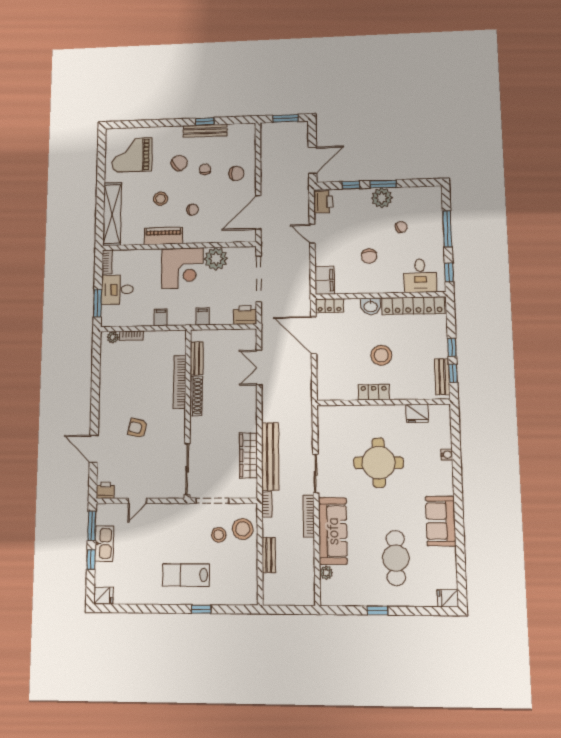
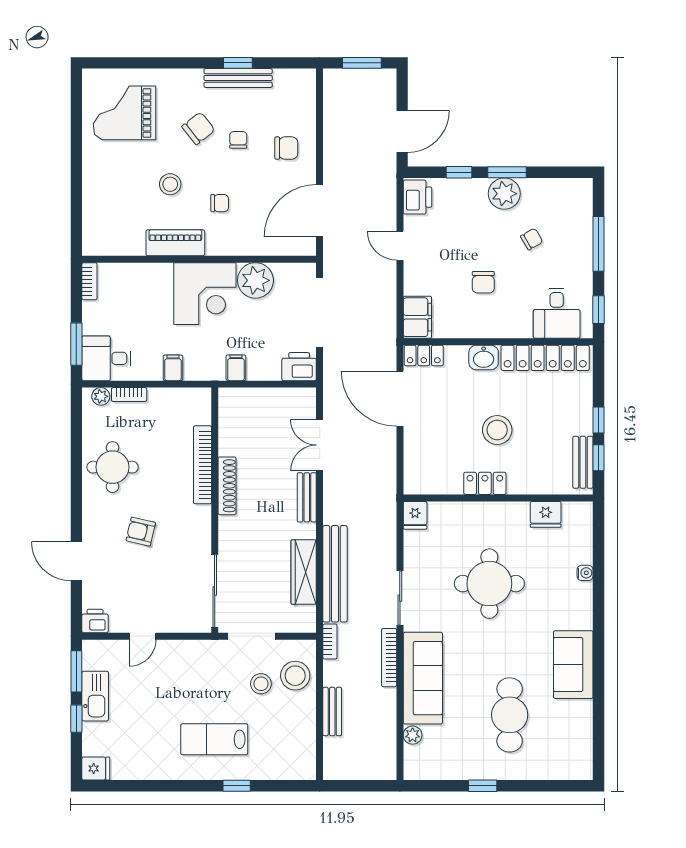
shelving: (112, 214) -> (96, 206), removed
desk: (117, 290) -> (106, 358), moved
bench: (197, 358) -> (307, 497), moved
round table: (119, 384) -> (113, 467), added
fridge: (448, 598) -> (415, 515), moved, turned -90

